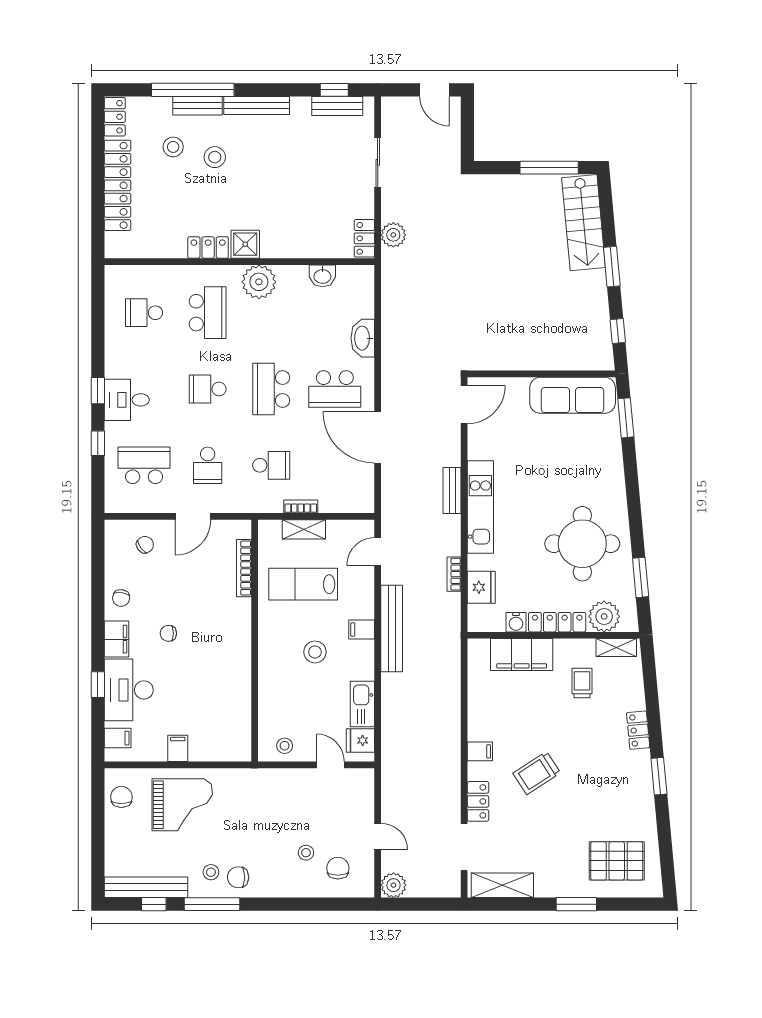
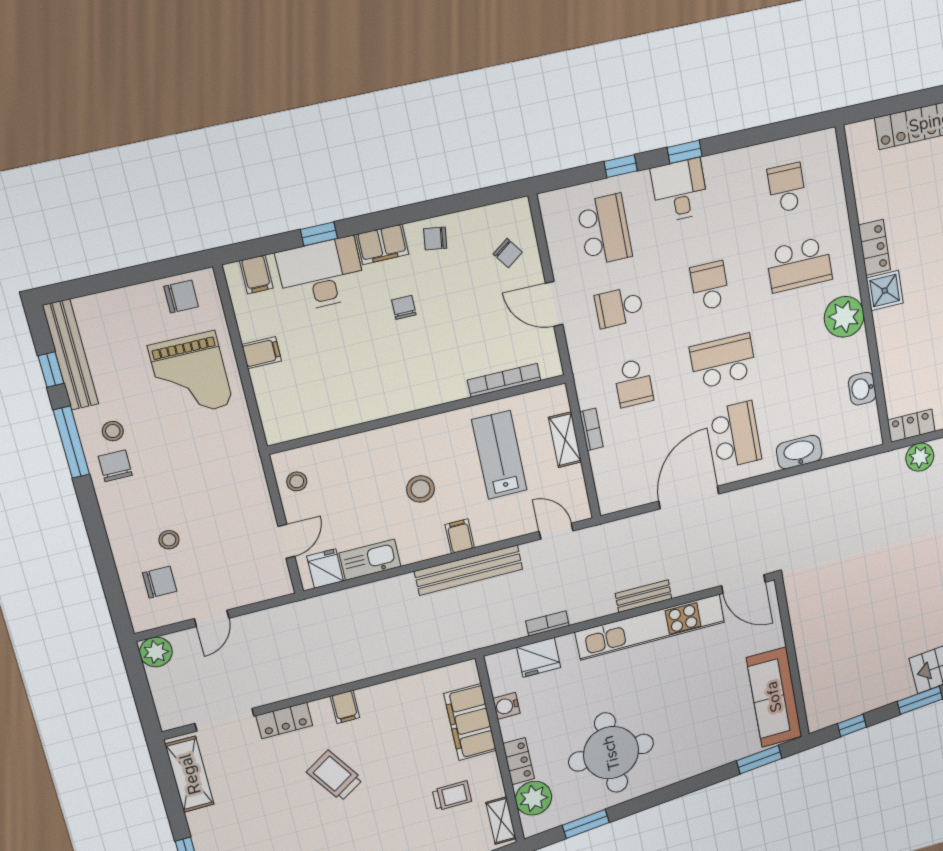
school desk: (335, 389) -> (736, 435), turned 180
kitchen unit: (480, 507) -> (650, 627), width x1.36
locker: (557, 622) -> (518, 761), width x0.66

